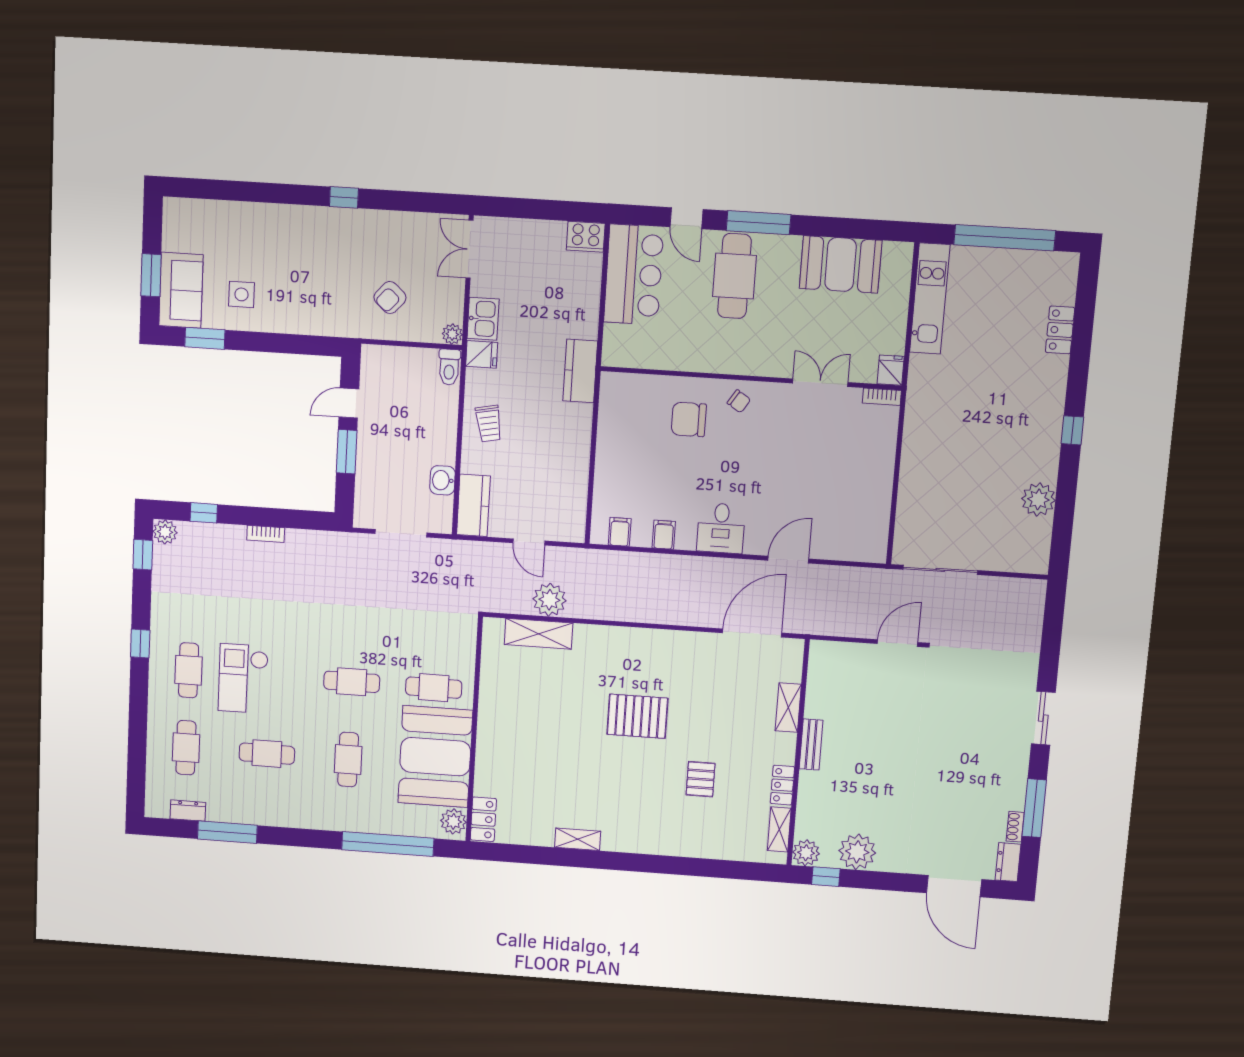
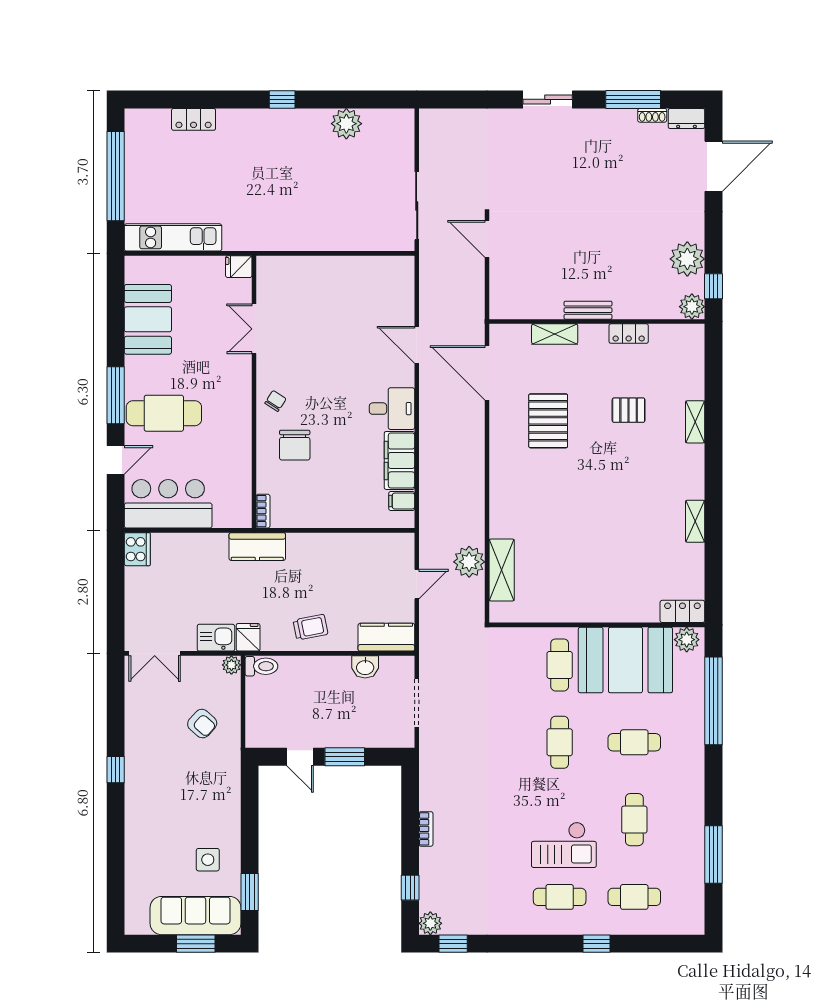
sofa: (181, 290) -> (195, 916), width x1.36
bookcase: (882, 397) -> (263, 511), moved
filing cabinet: (664, 535) -> (399, 460), width x3.00, depth x1.17
window: (140, 644) -> (596, 944), moved
pallet: (637, 716) -> (548, 421), moved
dresser: (188, 811) -> (695, 893), removed
shelving: (779, 829) -> (695, 422), moved, turned 90

